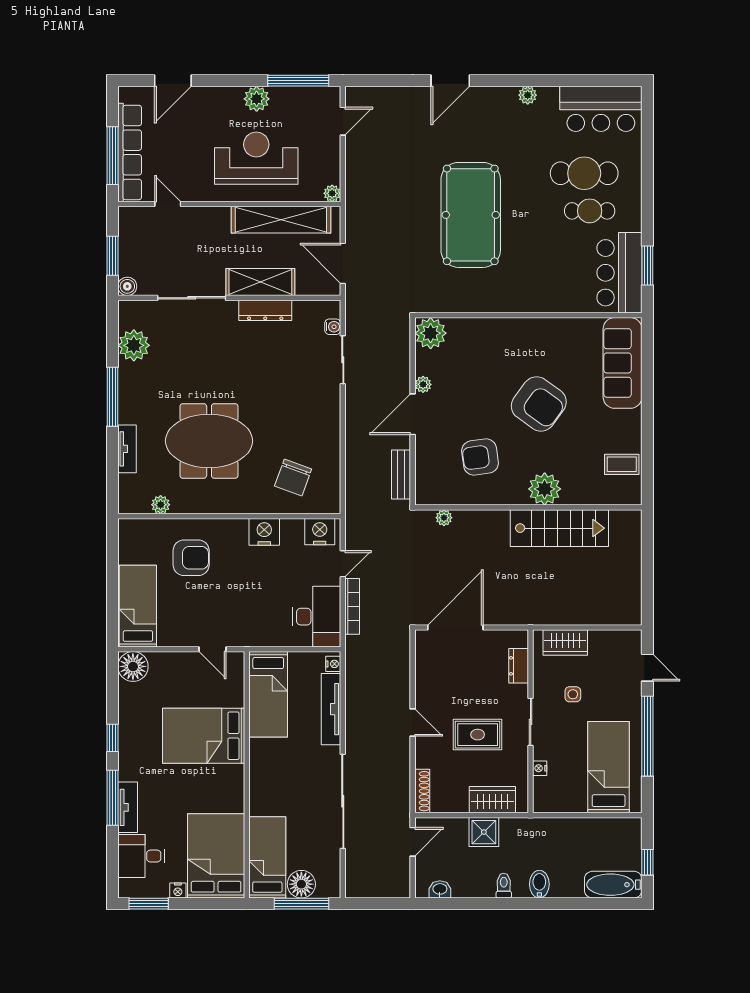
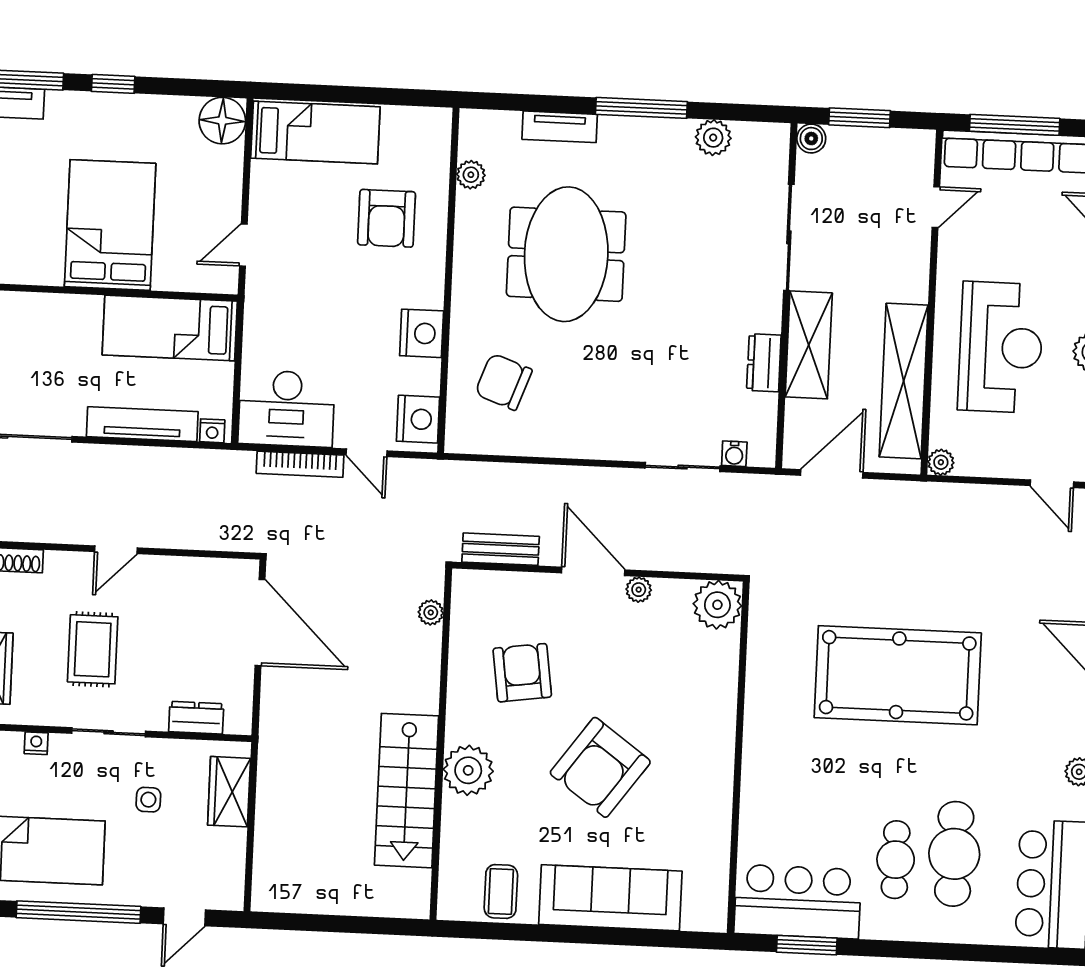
dresser: (265, 310) -> (764, 363), width x0.70
plant: (134, 345) -> (713, 138), width x0.73, depth x0.73
sofa: (623, 363) -> (610, 898), moved

